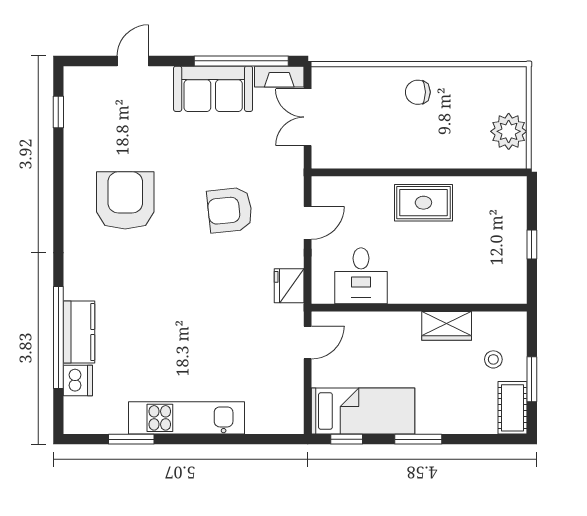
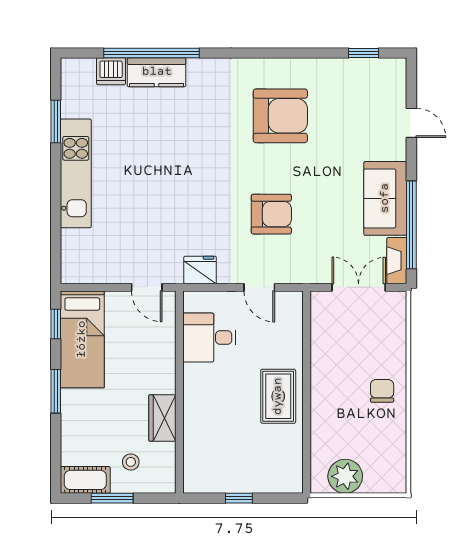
armchair: (230, 210) -> (271, 214), turned 96

